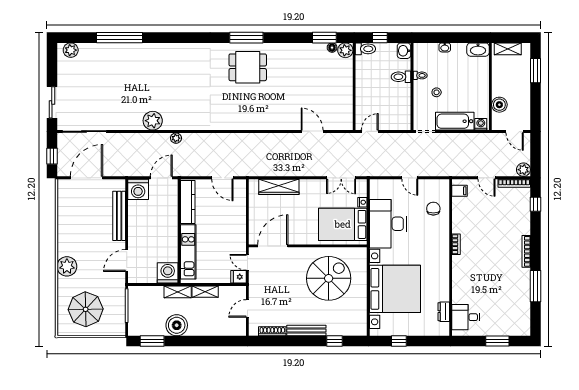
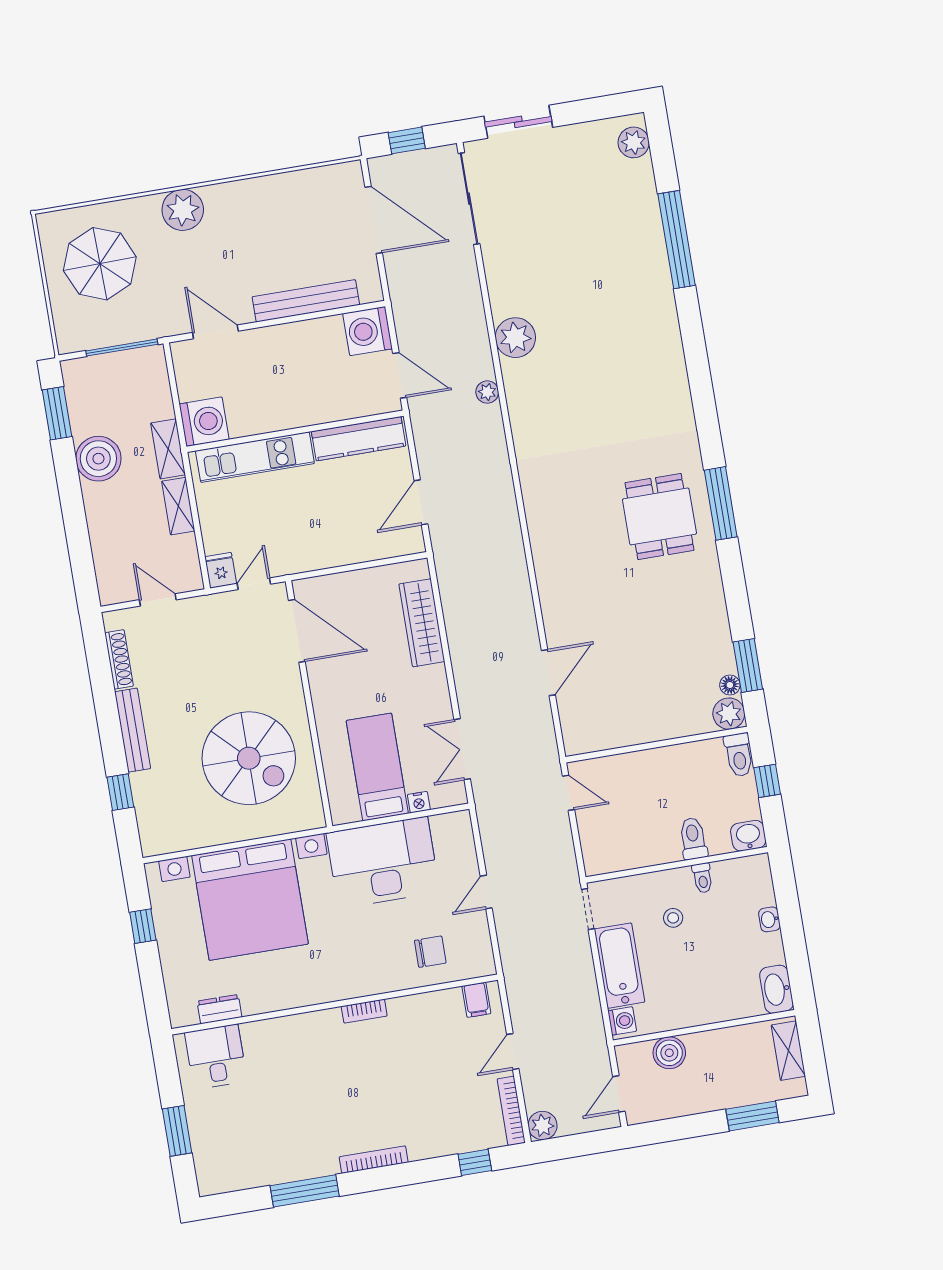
bed: (343, 224) -> (377, 767), width x0.67

